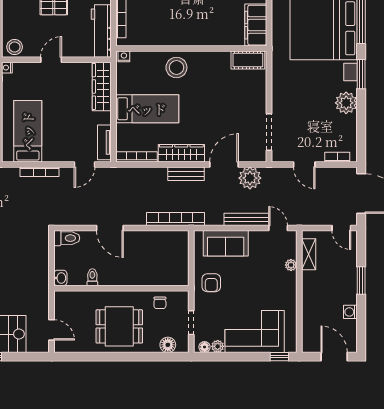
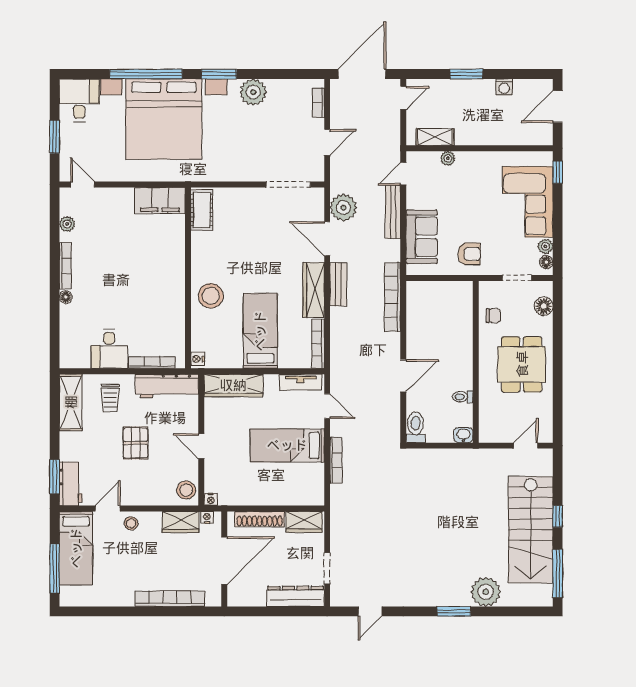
bed: (28, 131) -> (287, 445), moved

